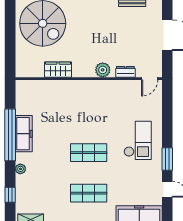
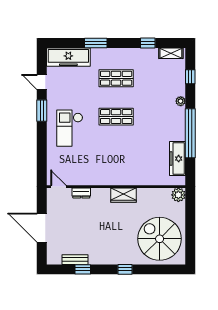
wardrobe: (58, 70) -> (123, 195), moved
plant: (103, 70) -> (178, 195), moved
door: (150, 79) -> (58, 187), hinge flipped
freezer: (24, 134) -> (177, 159), moved

